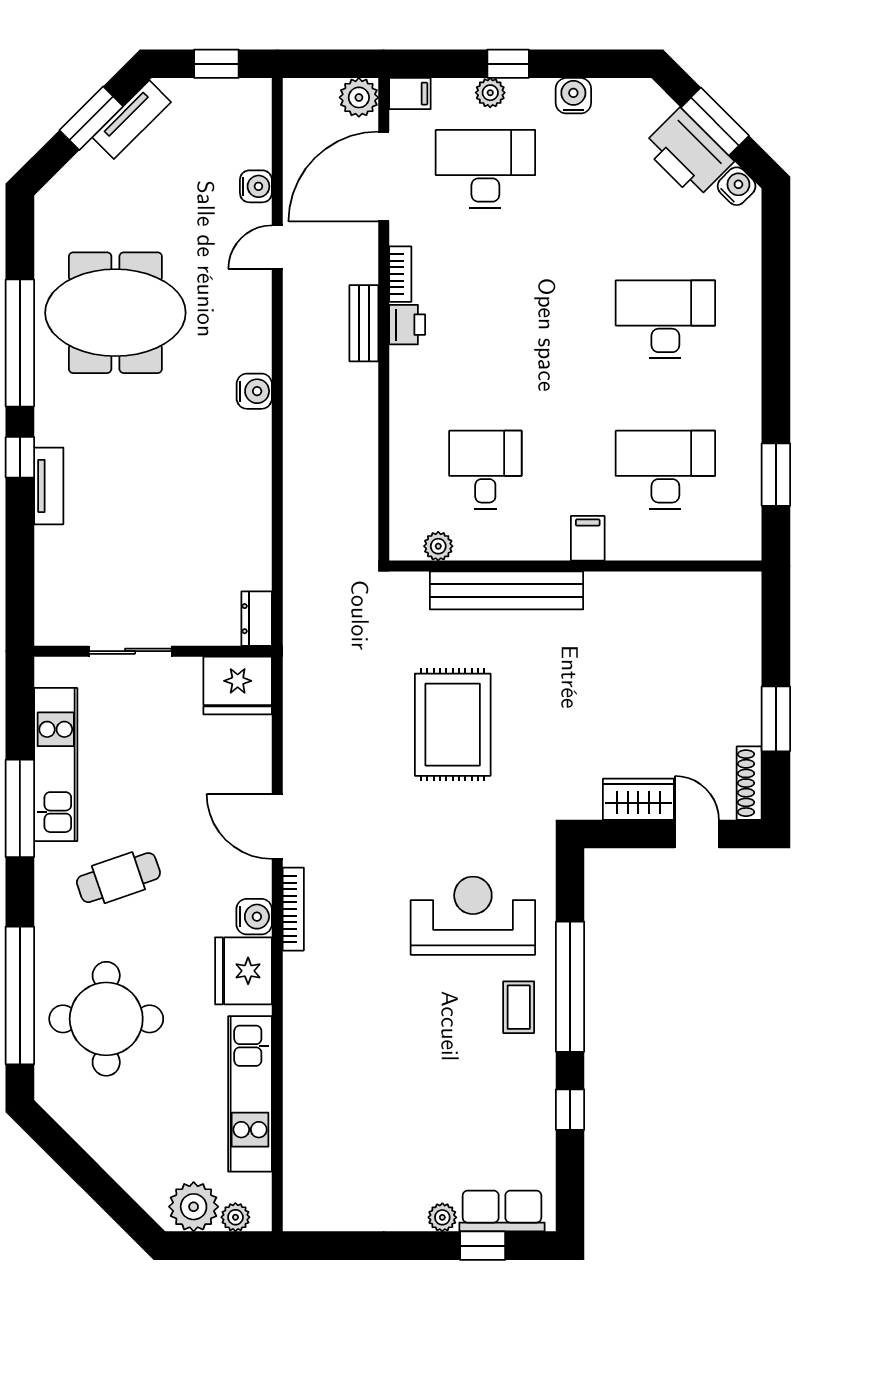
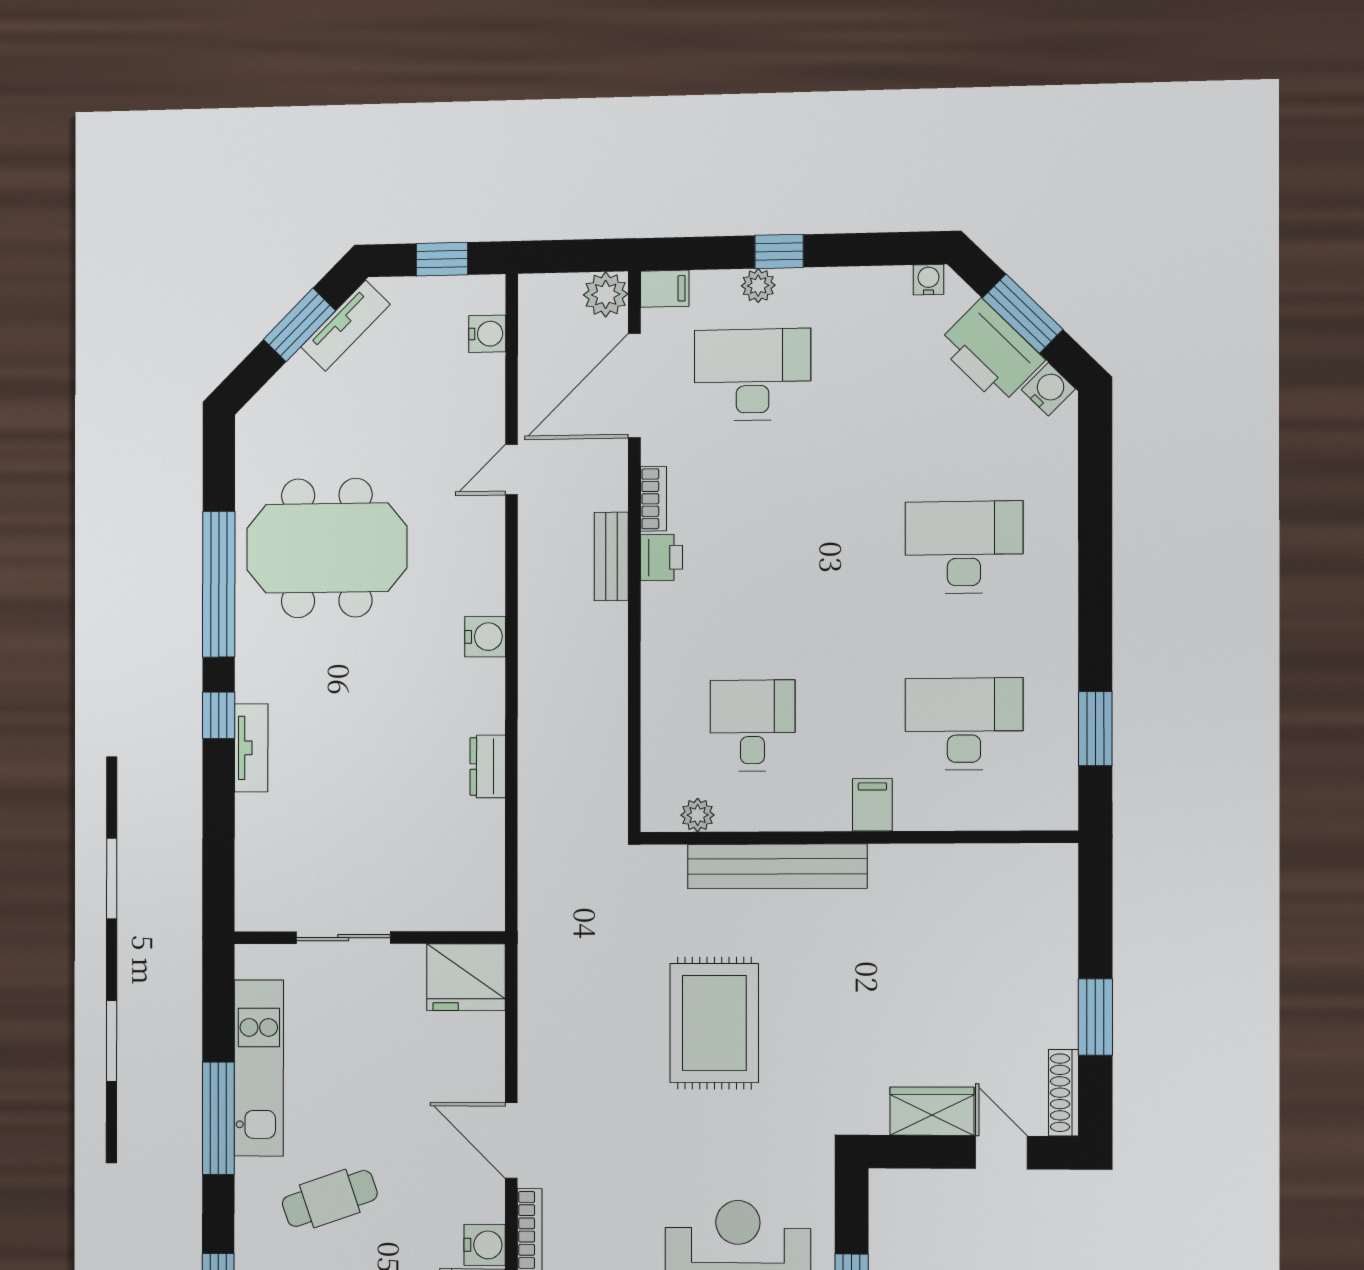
water cooler: (573, 96) -> (928, 280), moved, width x0.72, depth x0.72
water cooler: (256, 186) -> (487, 334), moved
dresser: (257, 619) -> (488, 766), moved

